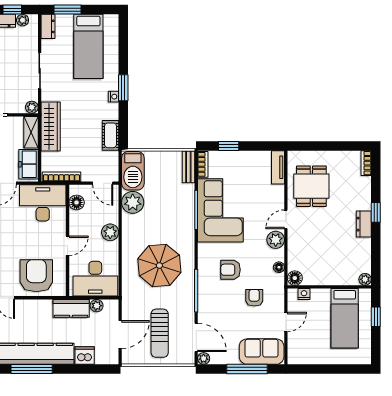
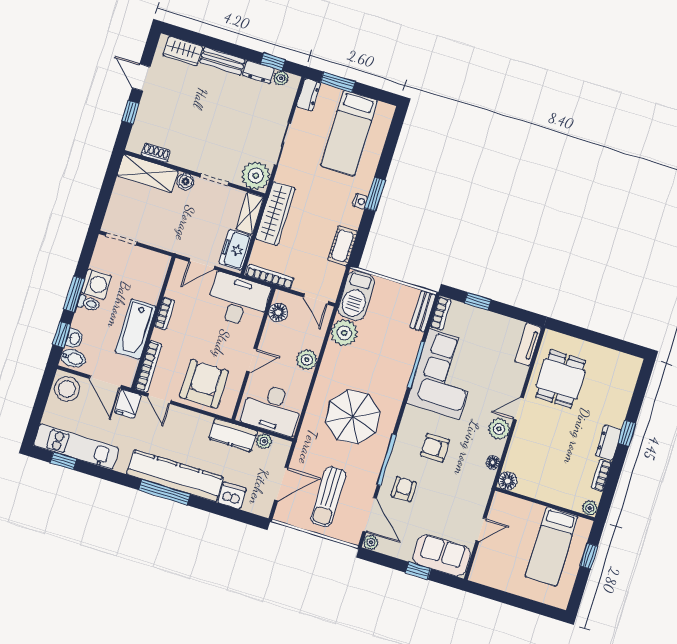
plant: (32, 107) -> (256, 176), width x1.88, depth x1.88
bookcase: (366, 163) -> (601, 475), moved
nightstand: (304, 294) -> (513, 503), removed
armchair: (254, 298) -> (404, 489), moved
window: (247, 369) -> (418, 571), width x0.46

